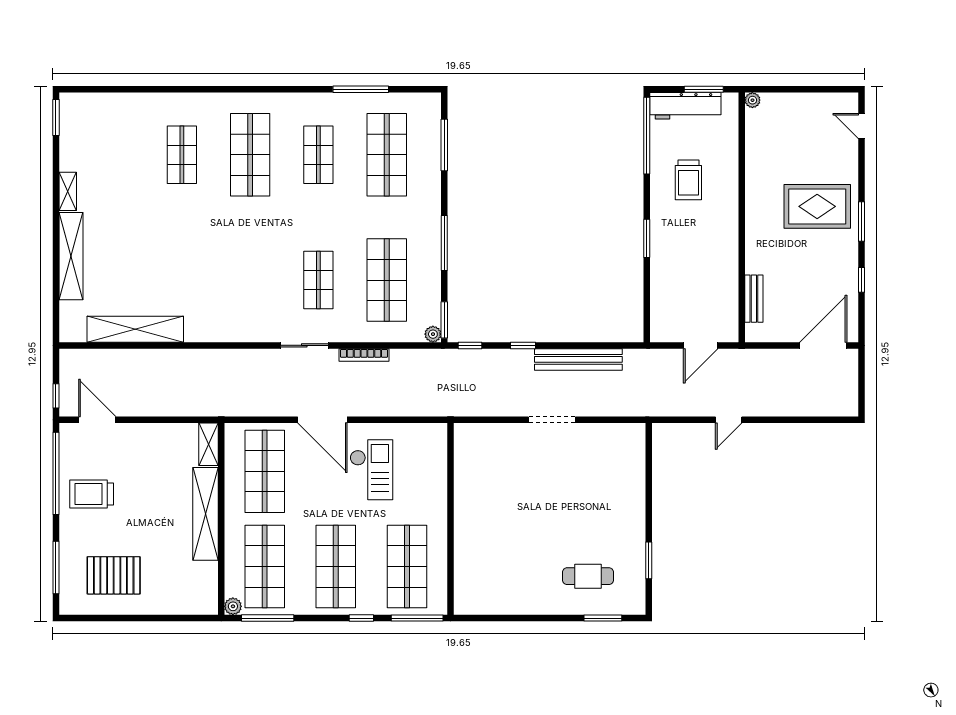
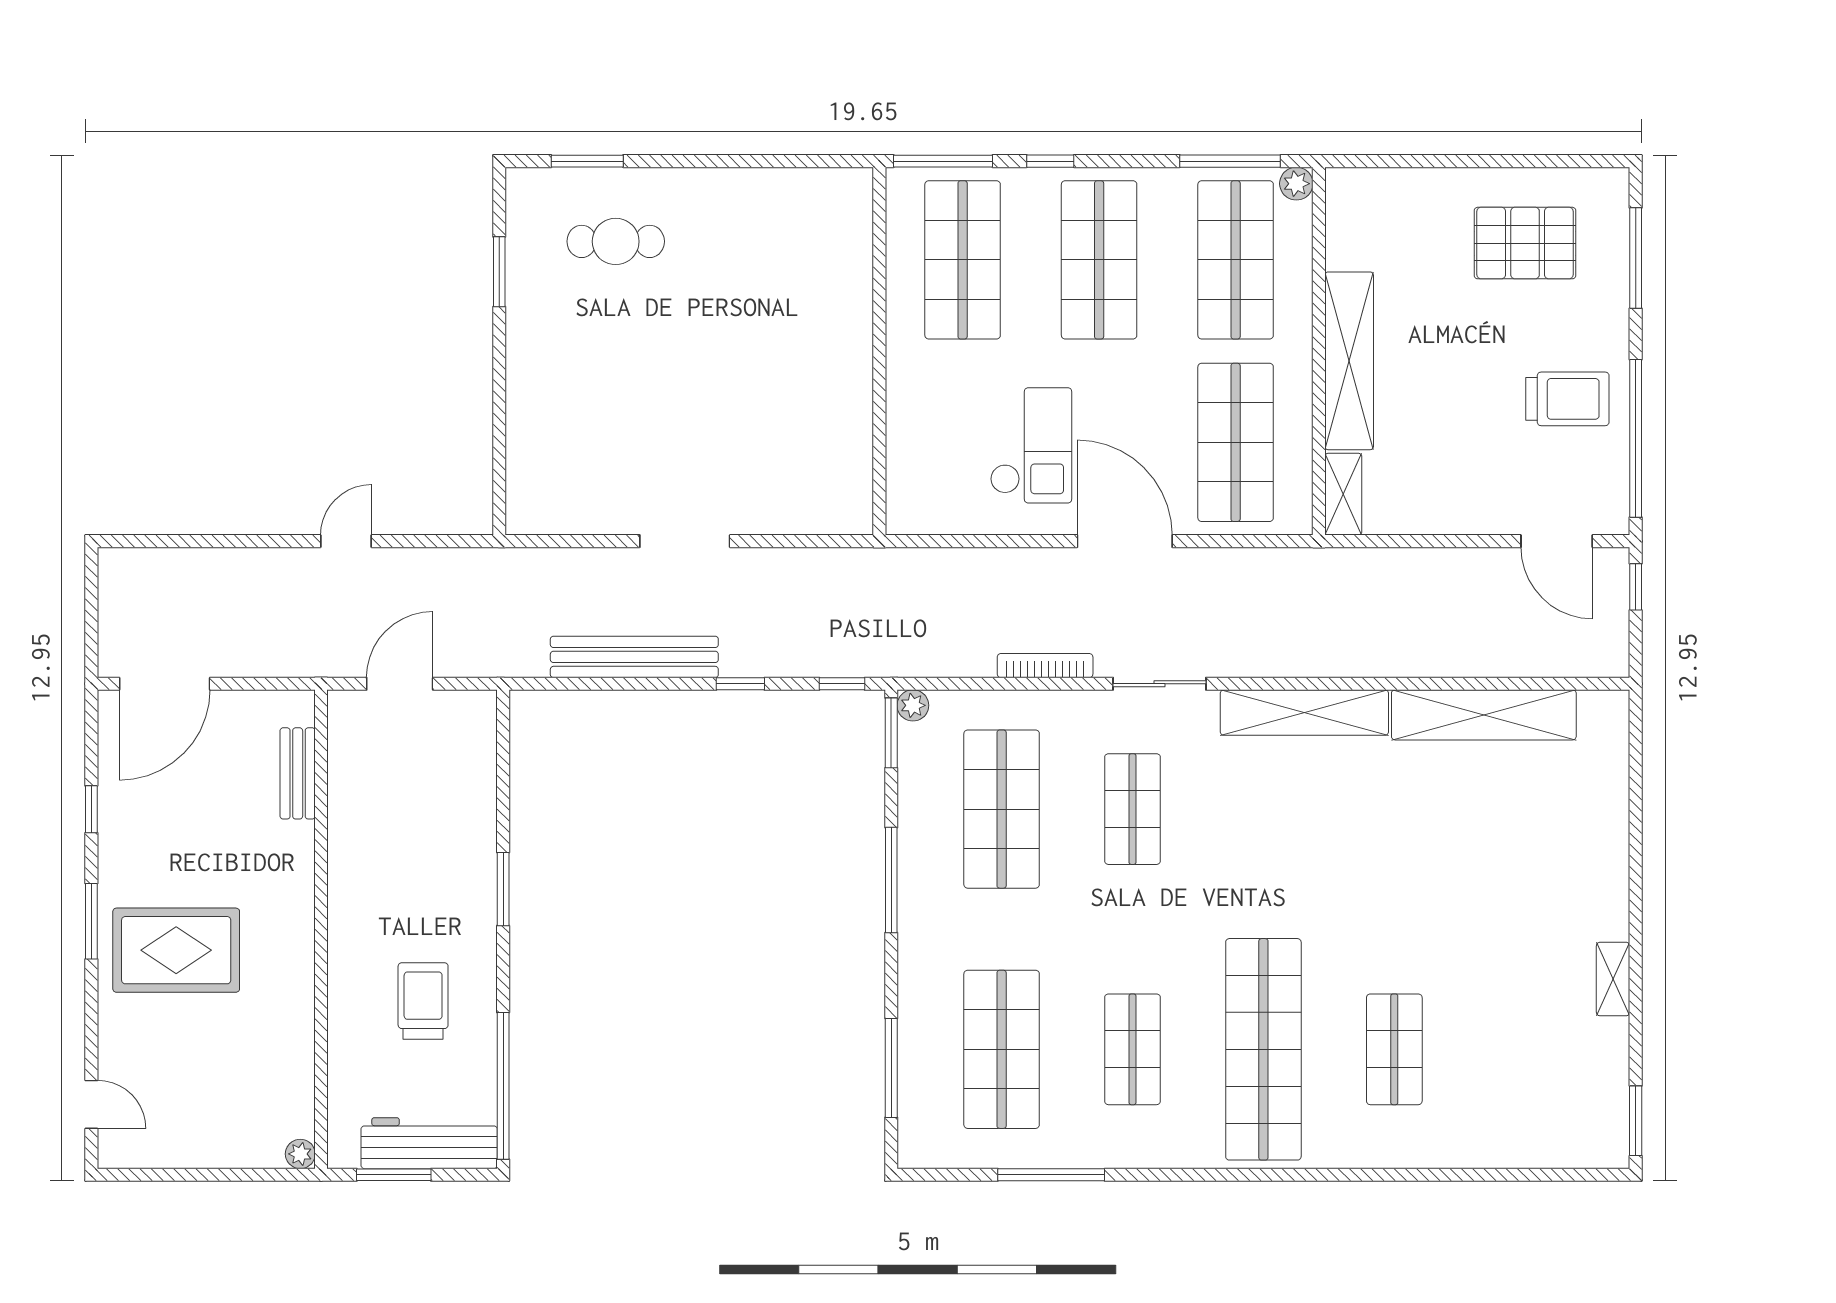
shop shelf: (250, 155) -> (1263, 1049), width x1.40
shelving: (71, 256) -> (1304, 713), moved, turned 90
checkout: (371, 470) -> (1031, 445), turned 180

